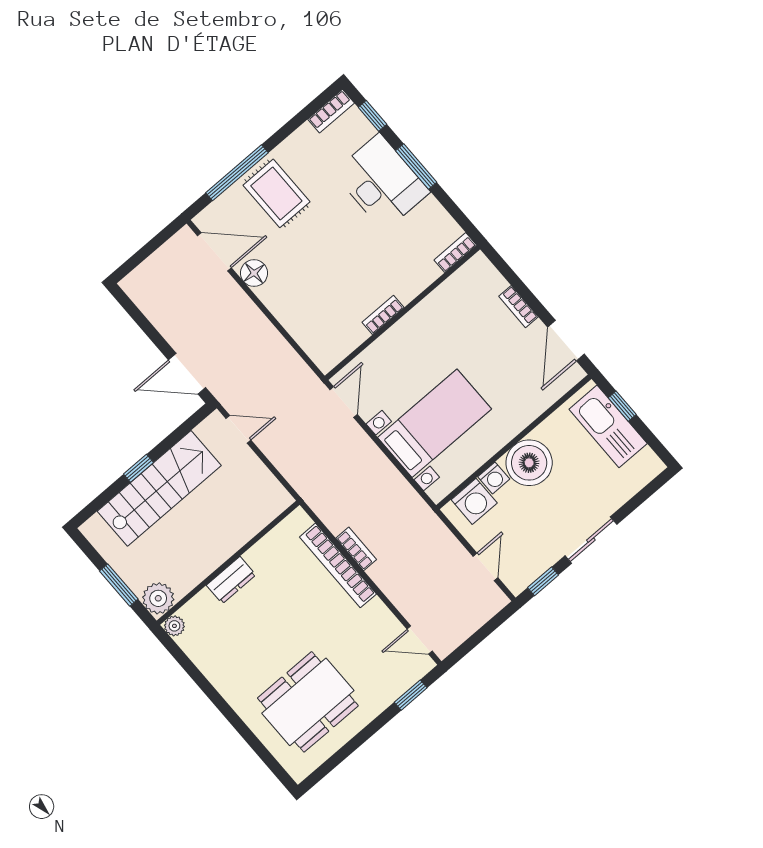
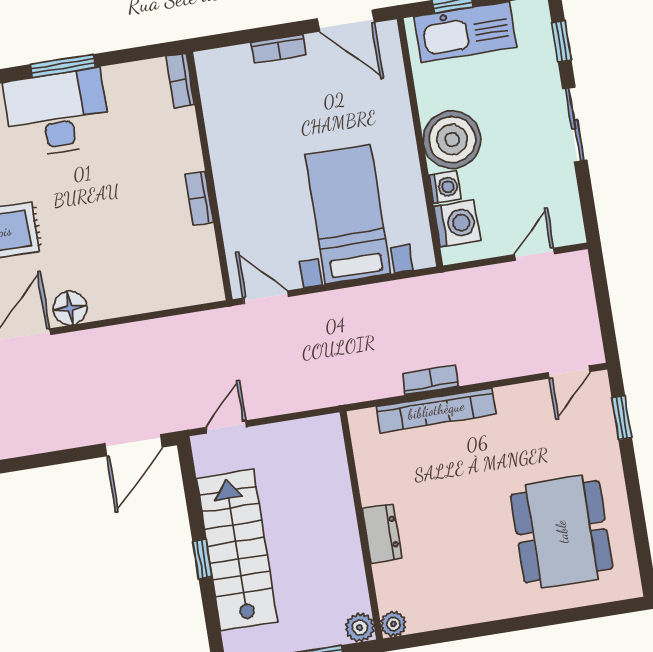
door: (486, 567) -> (534, 254), hinge flipped
window: (543, 581) -> (561, 41), moved
plant: (158, 598) -> (360, 628), width x0.73, depth x0.73

